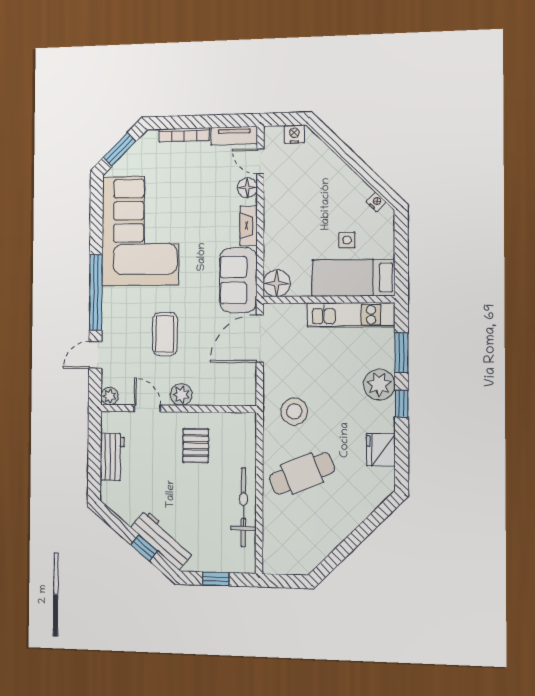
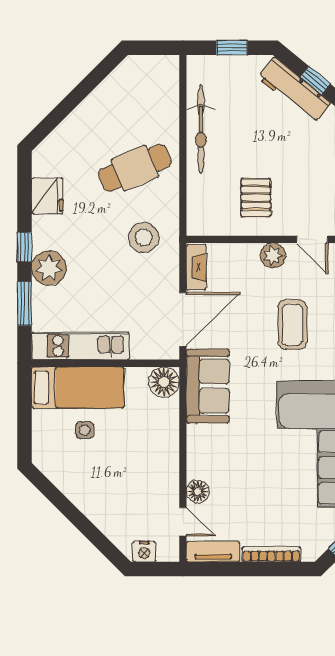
nightstand: (376, 202) -> (52, 472), removed
fireplace: (249, 226) -> (196, 267), moved

